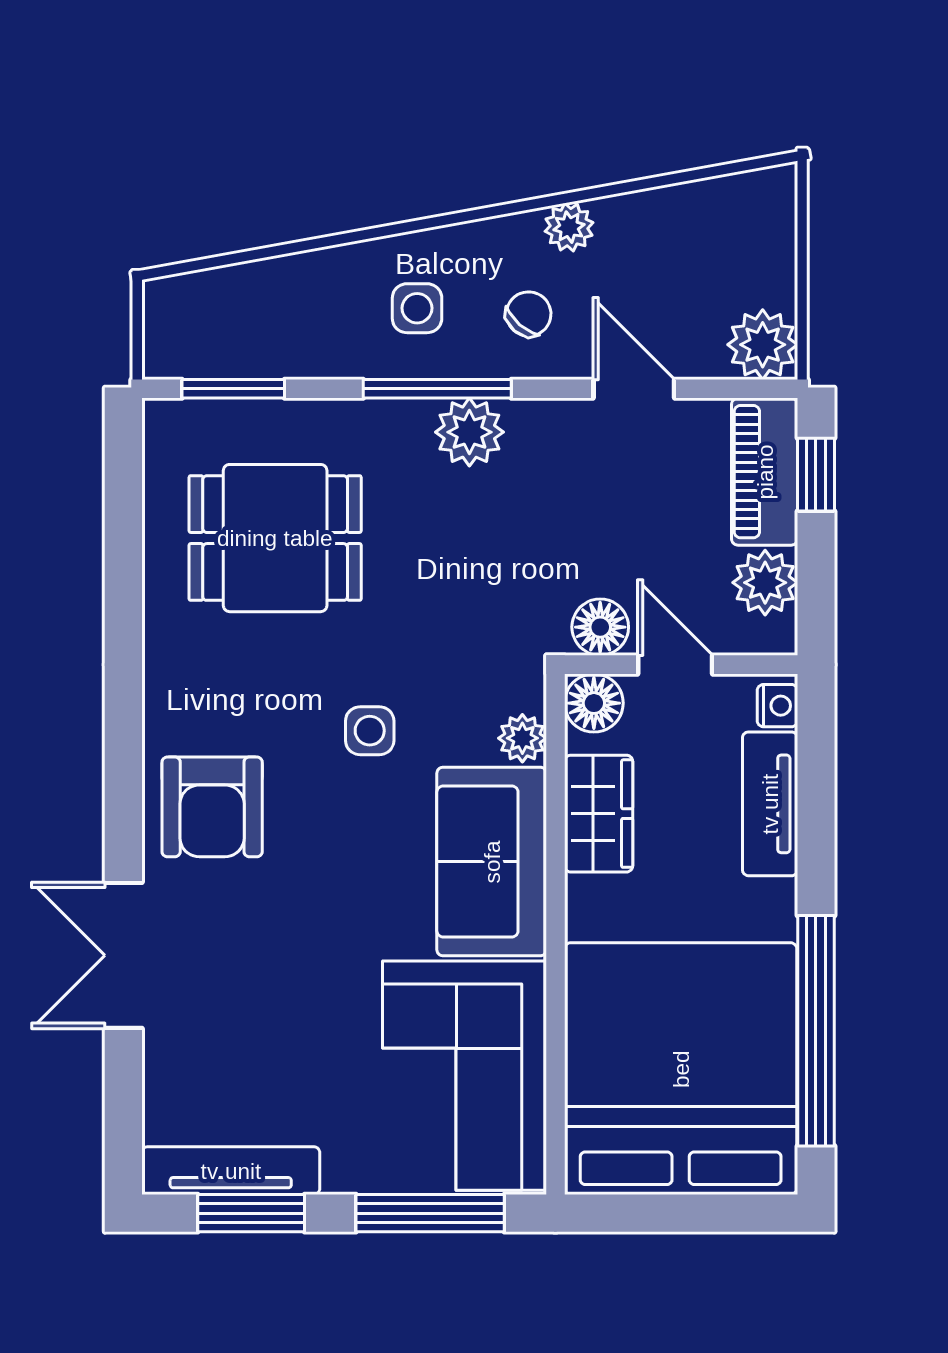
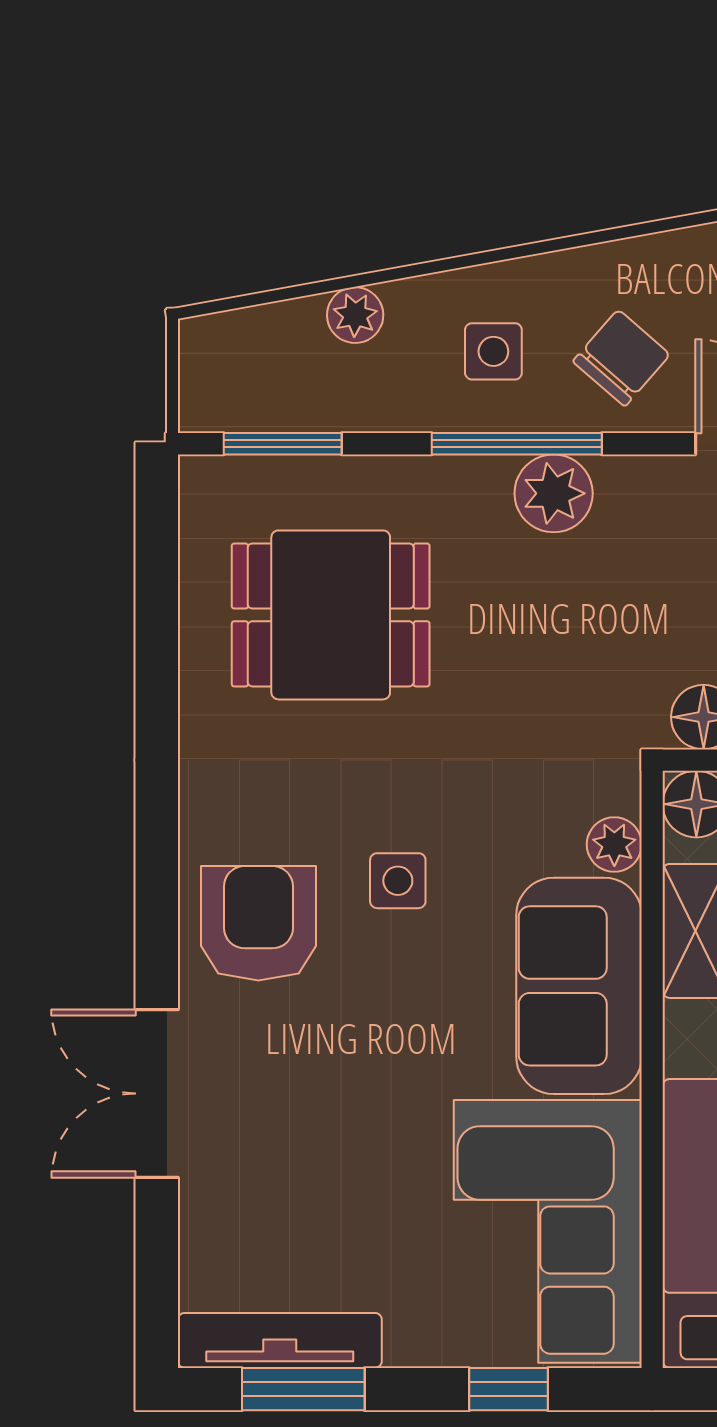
plant: (569, 227) -> (355, 315), moved
chair: (529, 314) -> (621, 358), width x1.37, depth x1.37
side table: (370, 731) -> (398, 881), moved
armchair: (212, 807) -> (258, 923), turned 180
window: (430, 1213) -> (508, 1389), width x0.46

